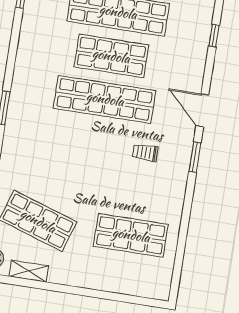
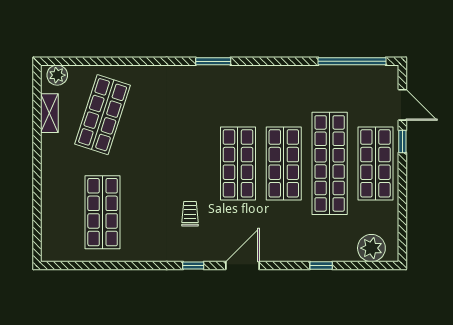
shop shelf: (105, 99) -> (238, 163), width x0.71
window: (195, 157) -> (193, 266), width x0.67

